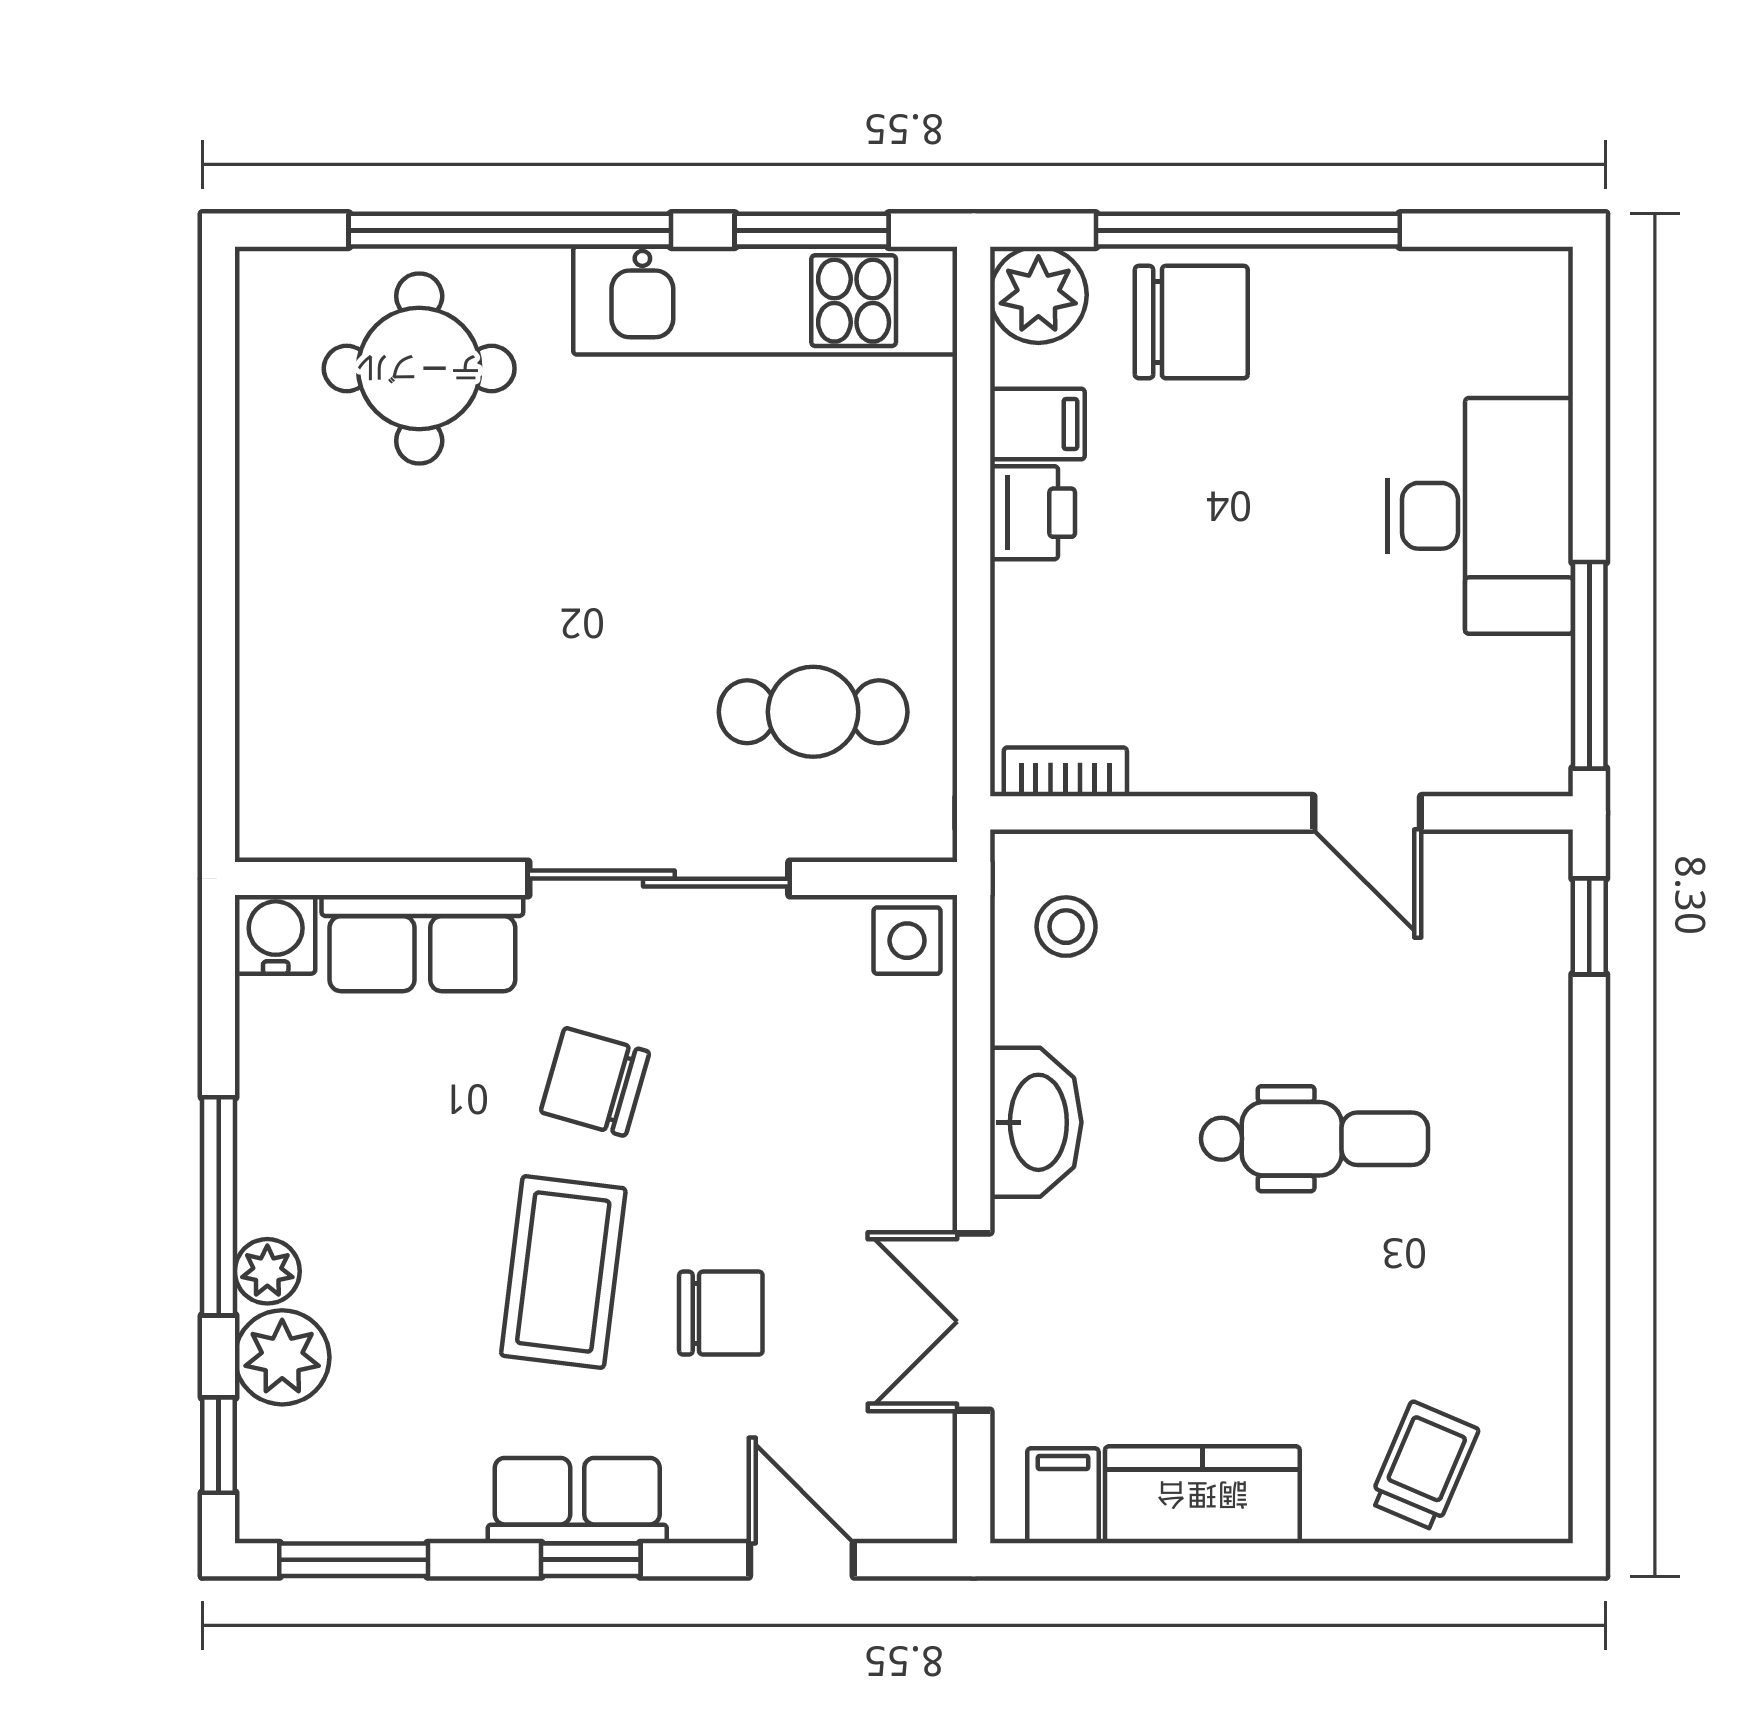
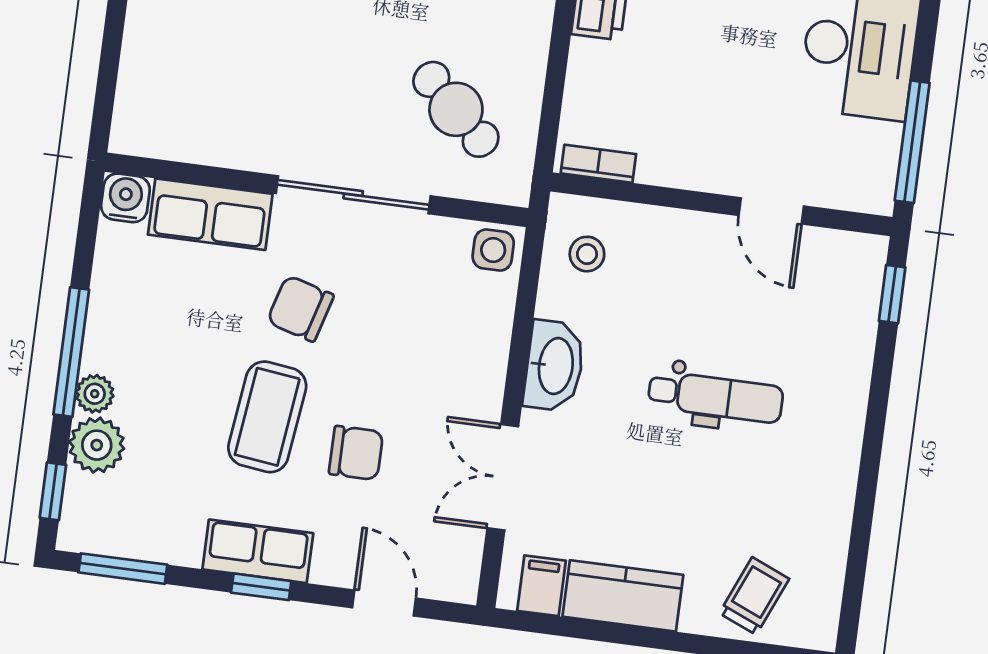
cafe table: (813, 712) -> (456, 109), turned 43

